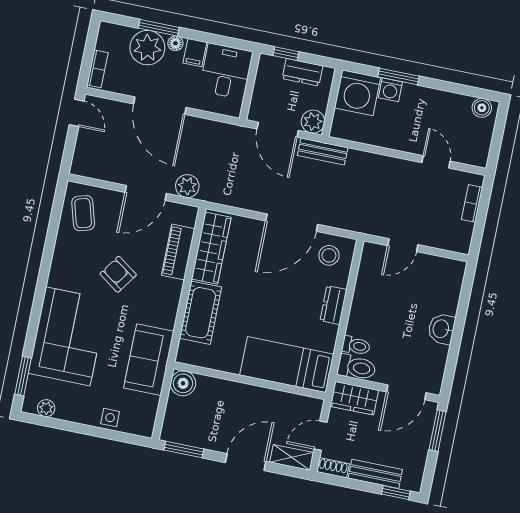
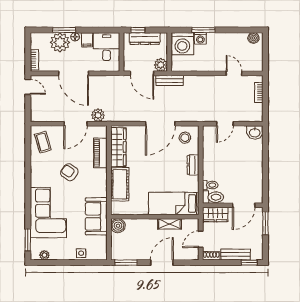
dresser: (302, 72) -> (145, 38), width x1.44
washbasin: (441, 329) -> (255, 132), moved, turned -90
shelving: (292, 457) -> (169, 224), moved

